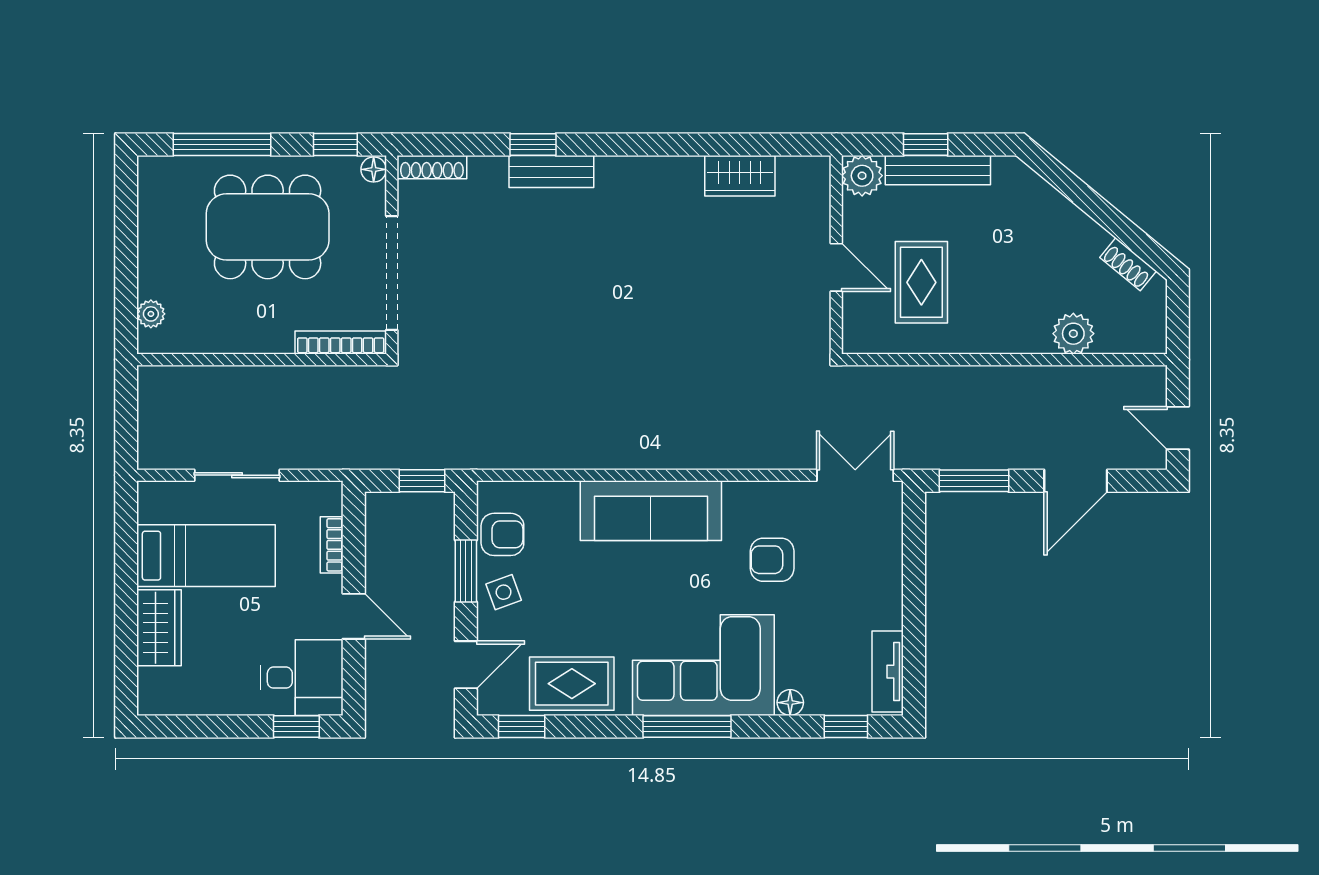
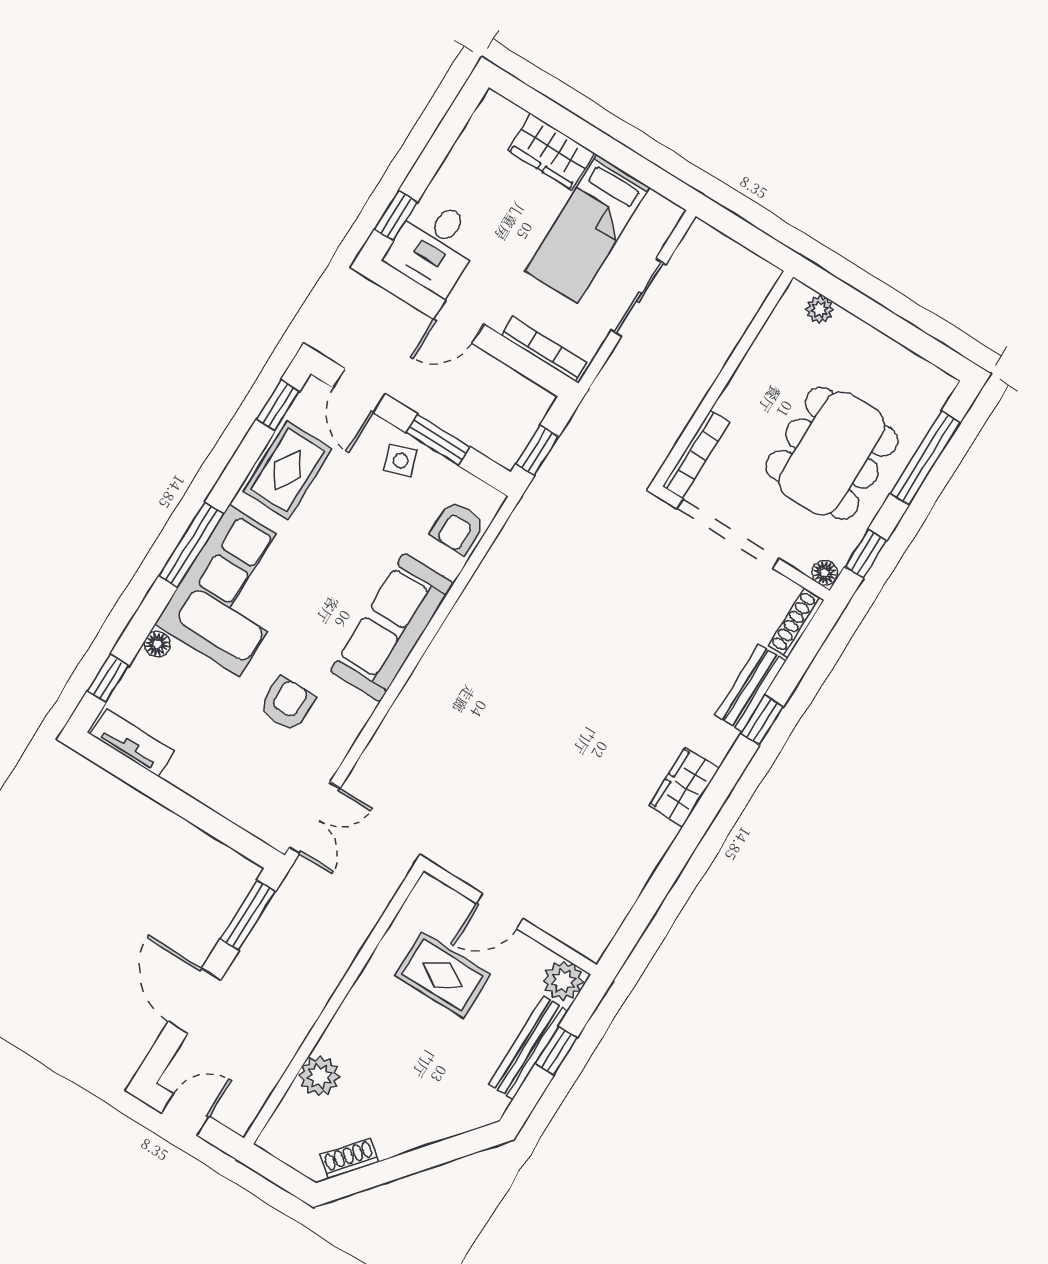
bench: (551, 172) -> (750, 688), moved
wardrobe: (740, 176) -> (684, 787), moved
armchair: (502, 534) -> (458, 527), moved
bookcase: (332, 545) -> (544, 349), width x1.56

